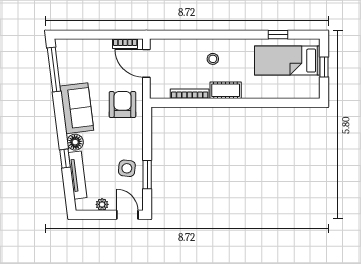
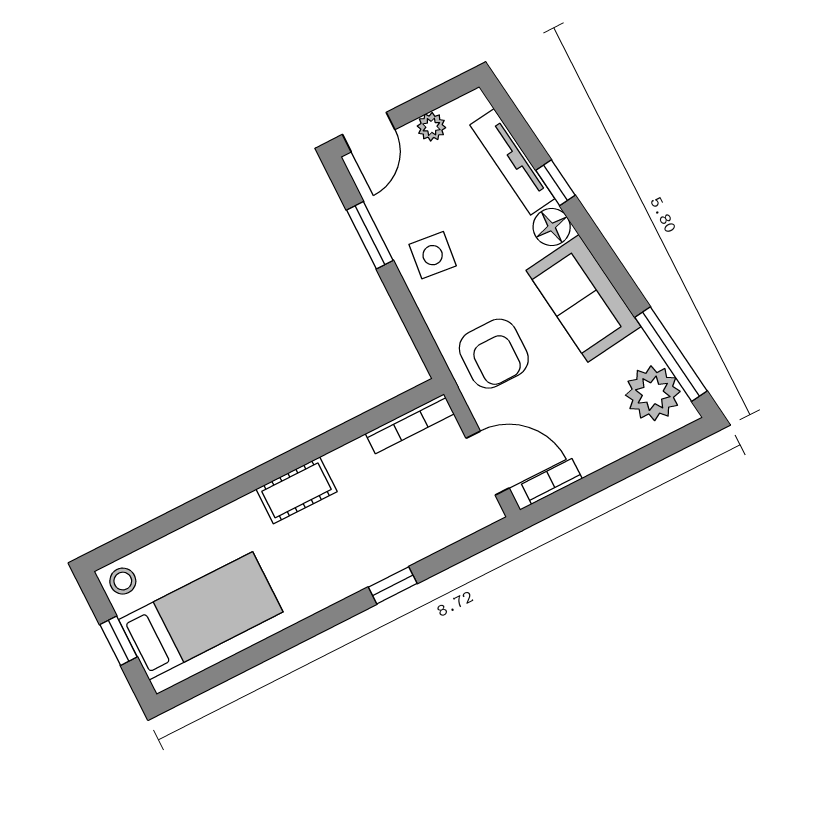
window: (278, 35) -> (393, 585), moved
plant: (69, 58) -> (653, 393), added
stool: (213, 59) -> (123, 581), moved
bookcase: (190, 94) -> (410, 424), moved
side table: (127, 168) -> (433, 255), moved
door: (127, 215) -> (369, 132), hinge flipped

